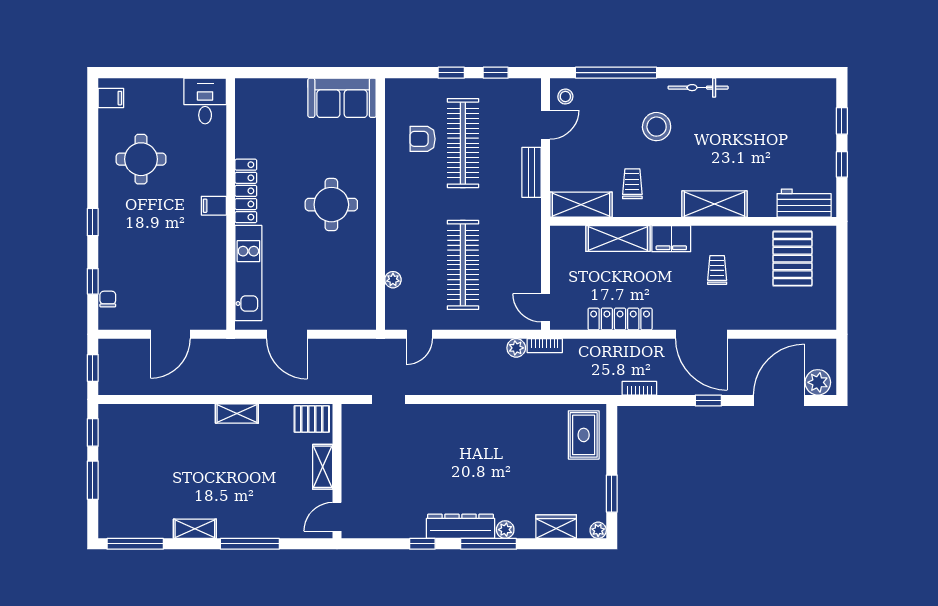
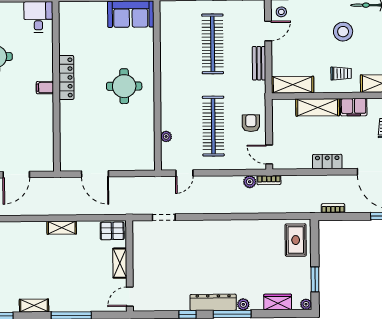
armchair: (423, 139) -> (251, 123), moved, turned 90
trolley: (632, 184) -> (341, 74), moved, turned 90
kitchen unit: (248, 273) -> (69, 133), removed
locker: (620, 319) -> (327, 162), width x0.66

